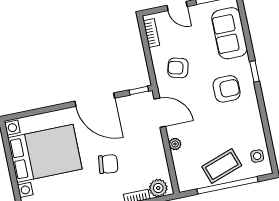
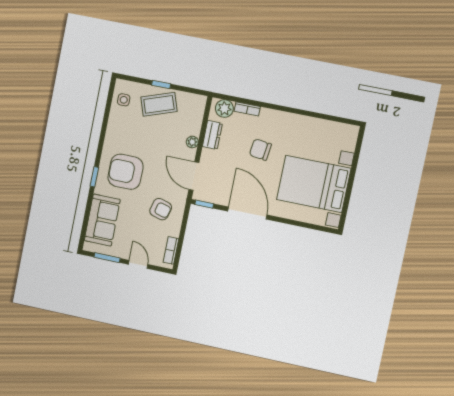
armchair: (227, 89) -> (126, 172), width x1.36, depth x1.36
dresser: (159, 159) -> (212, 135), added
window: (228, 185) -> (161, 85), width x0.32

